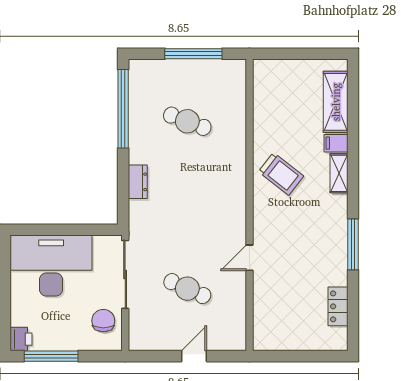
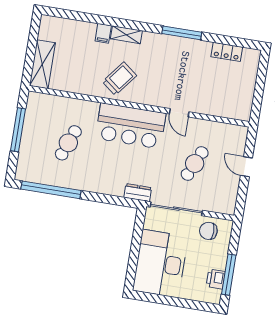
shelving: (336, 102) -> (42, 64), moved, turned 90
dresser: (138, 182) -> (138, 193), moved
bar counter: (222, 198) -> (131, 126), added
printer: (21, 339) -> (216, 279), moved, turned -90

